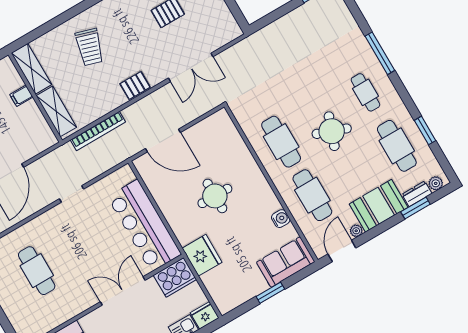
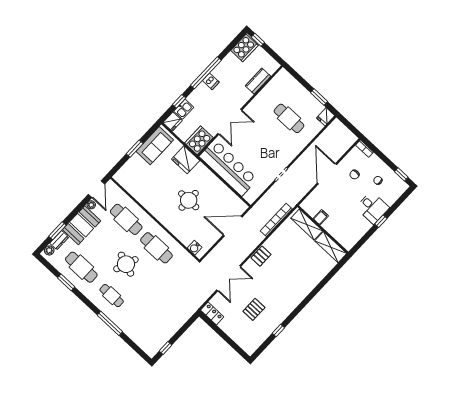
locker: (229, 24) -> (212, 313), added
trolley: (89, 47) -> (298, 272), removed
double door: (191, 67) -> (229, 278), swing flipped
filing cabinet: (21, 96) -> (321, 217), moved
water cooler: (281, 219) -> (195, 248), moved
sofa: (286, 262) -> (155, 146), moved

